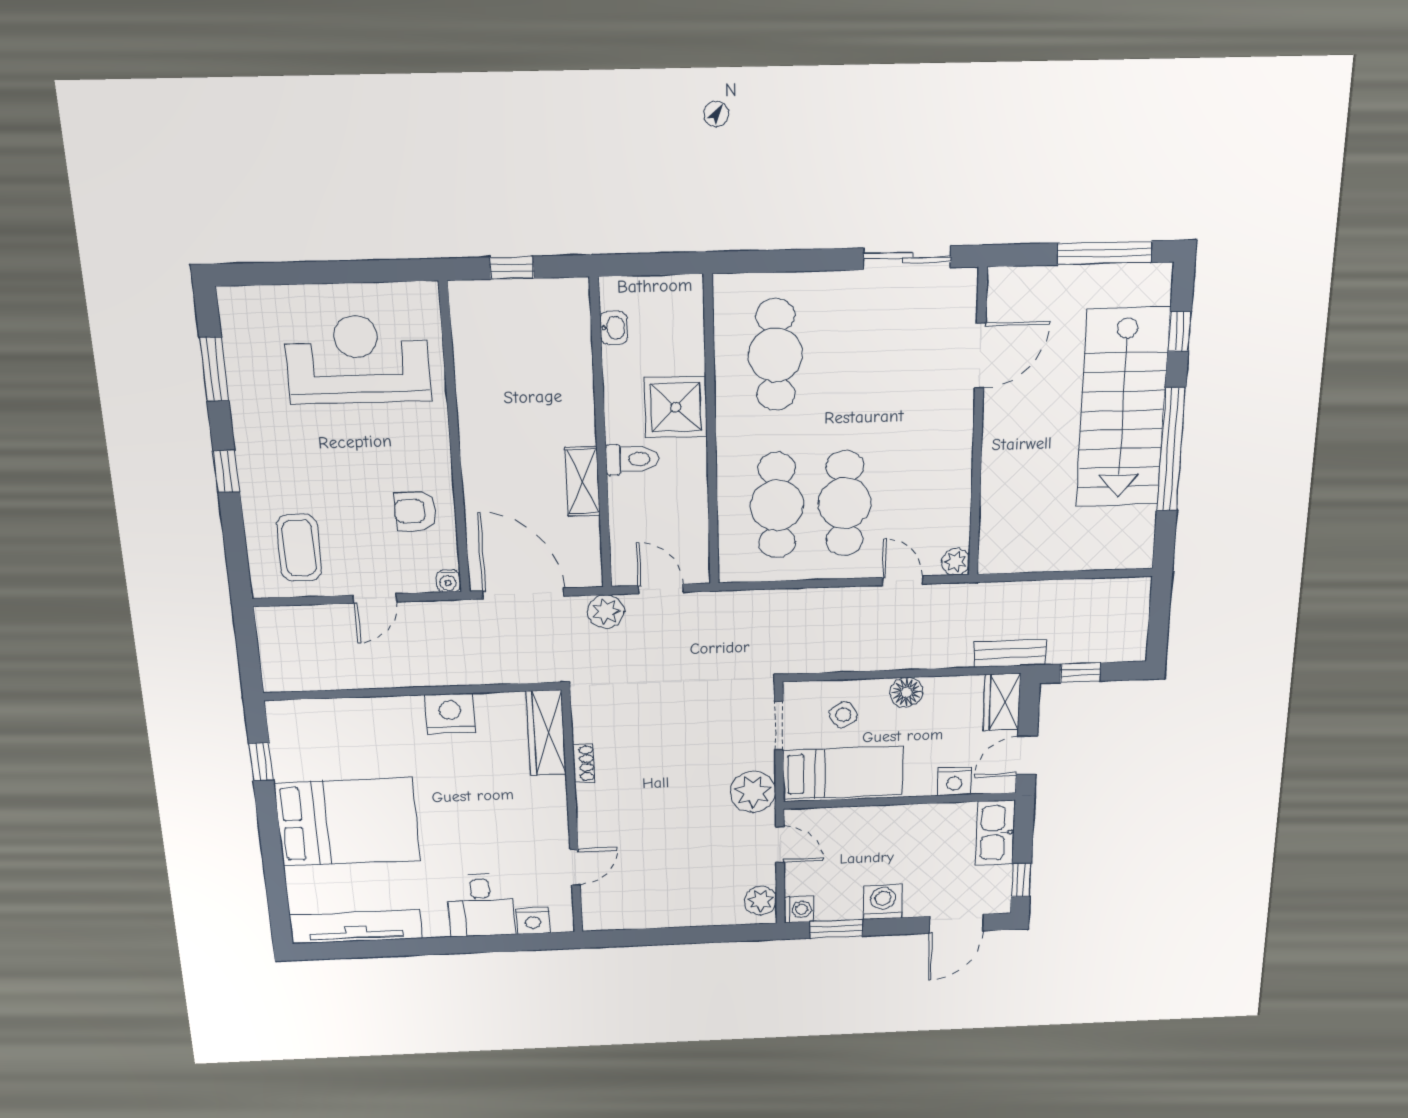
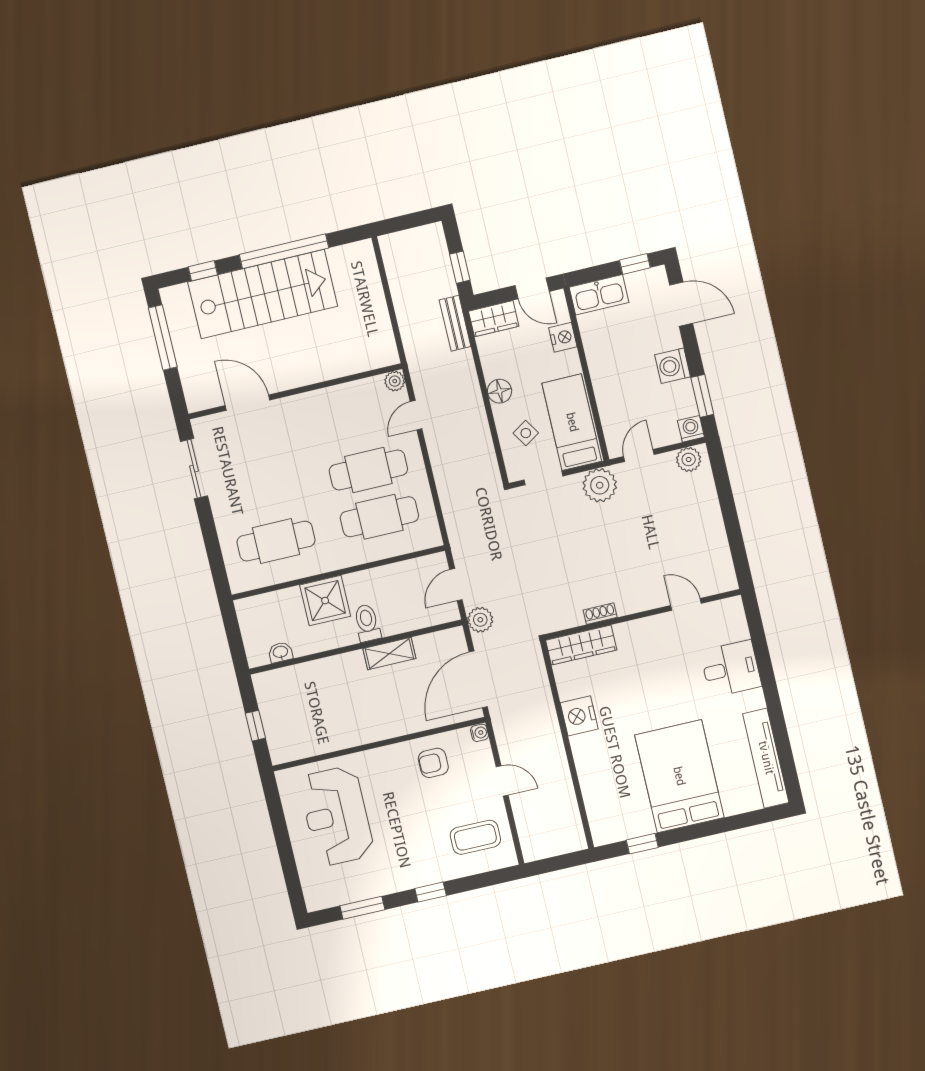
armchair: (415, 511) -> (433, 763), turned 90
nightstand: (533, 921) -> (737, 628), removed

